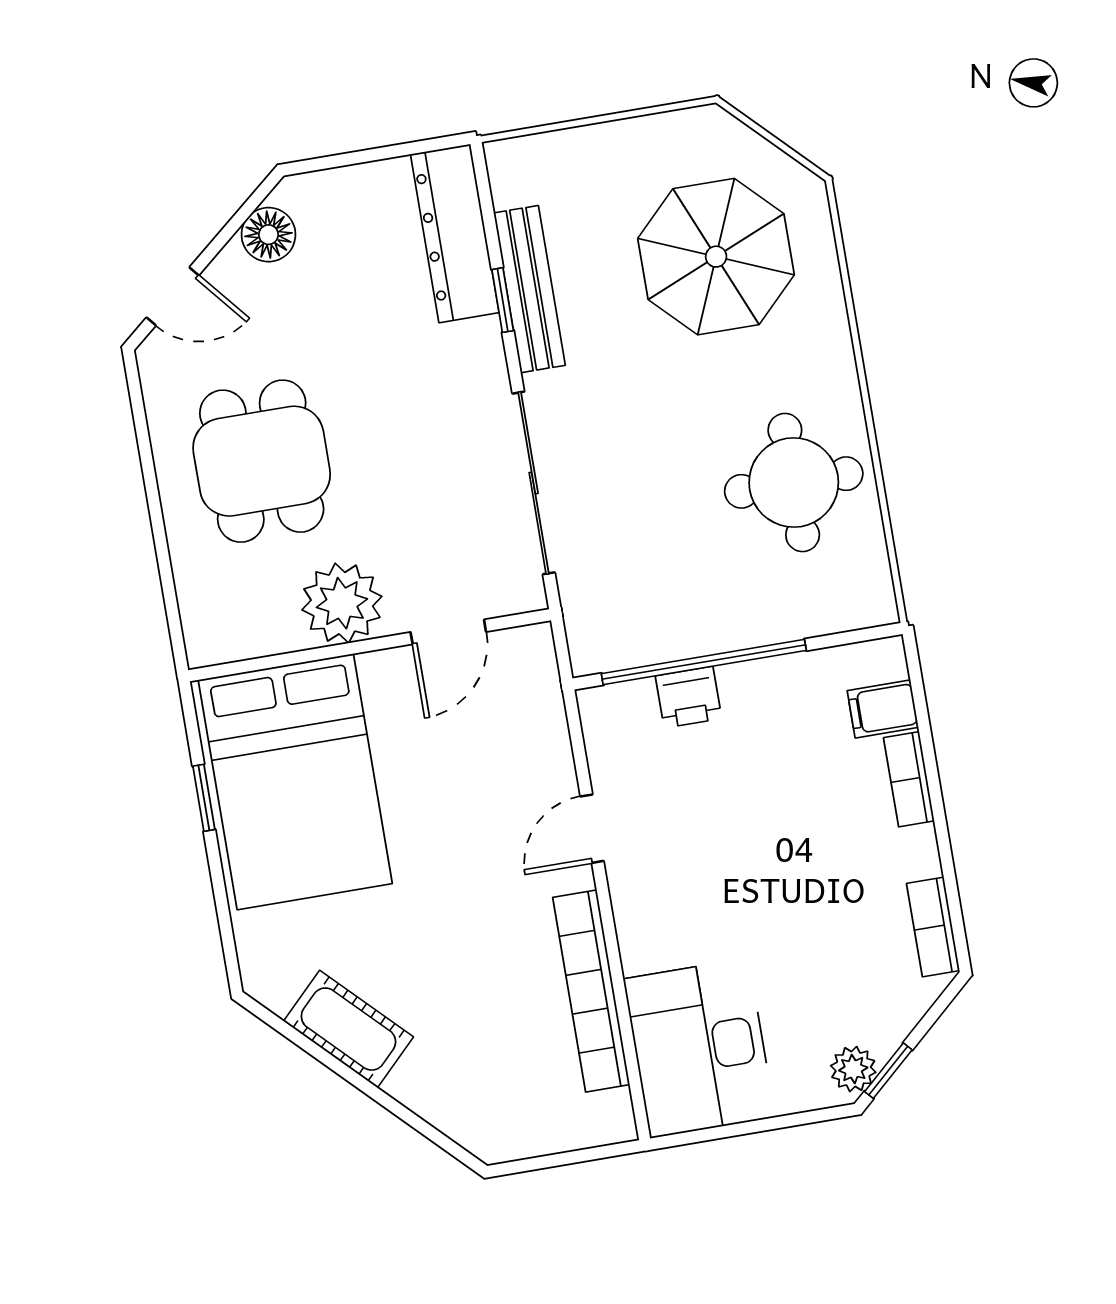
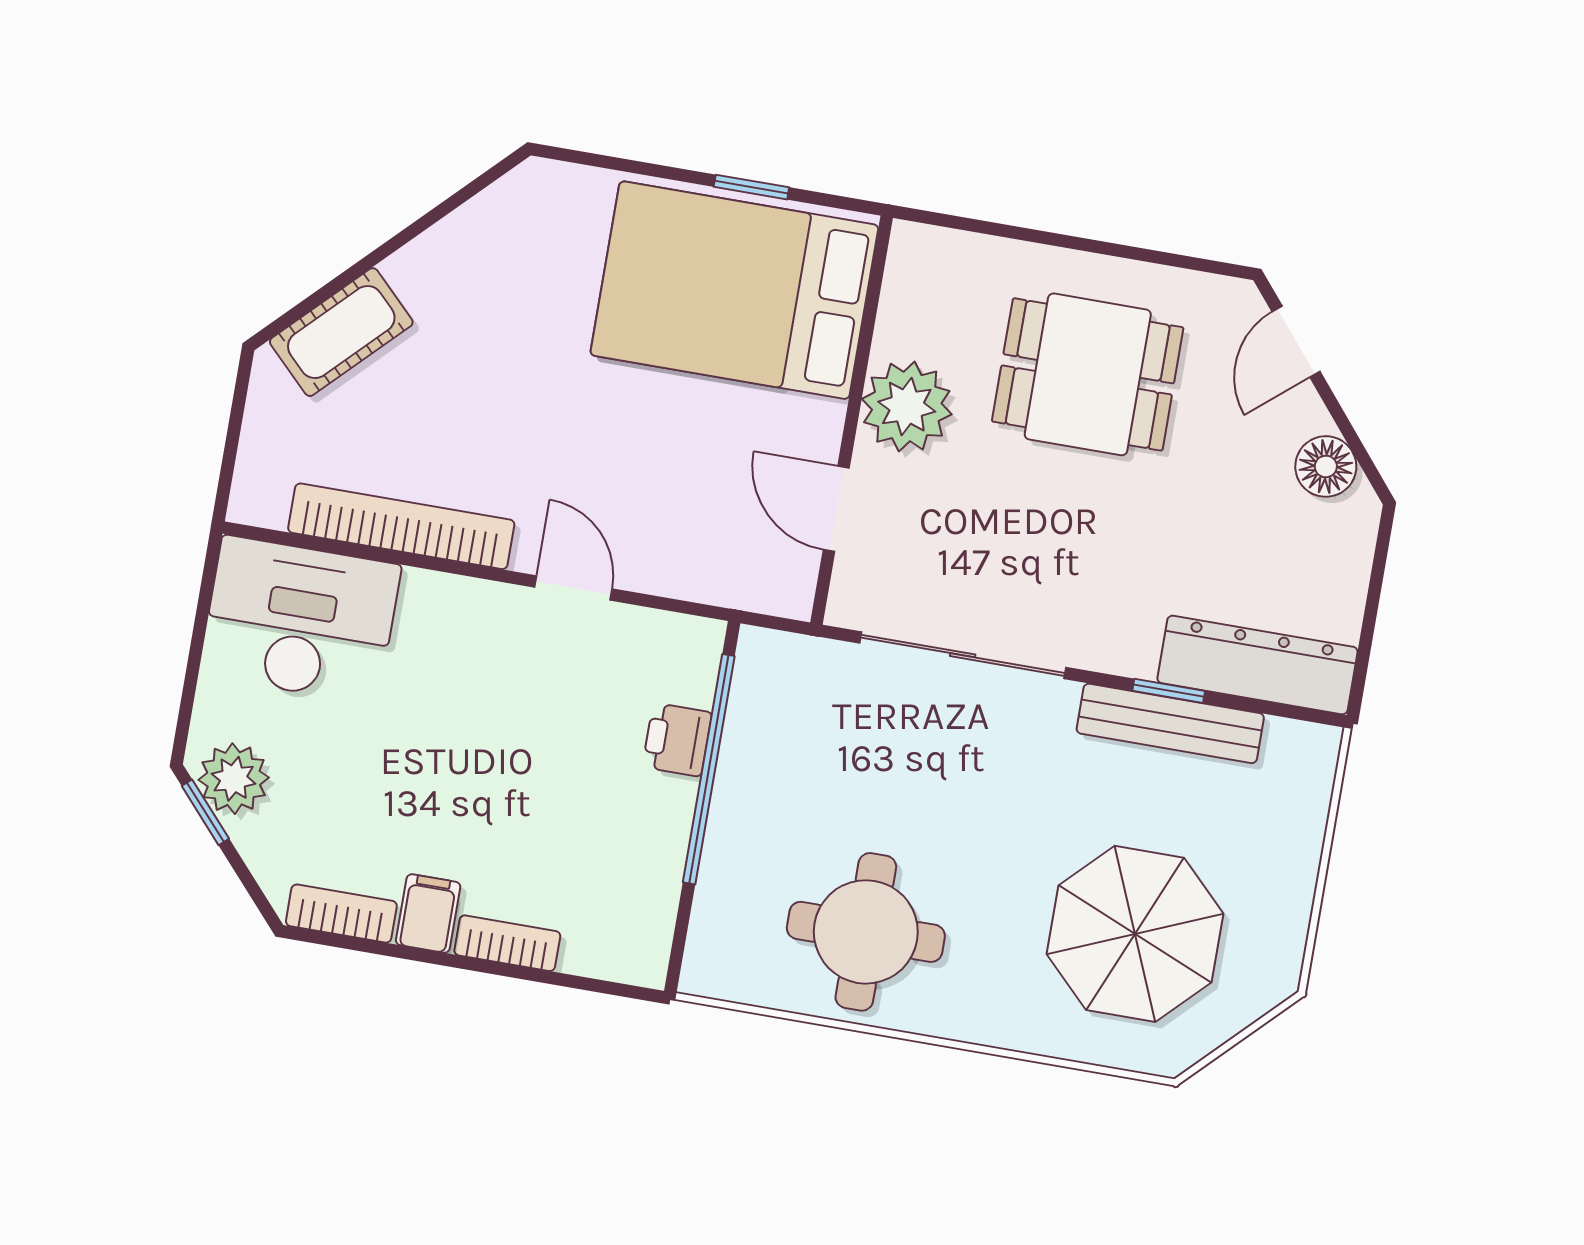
filing cabinet: (883, 709) -> (428, 913), moved
cot: (348, 1029) -> (341, 332), moved
plant: (853, 1069) -> (234, 779), width x1.38, depth x1.38

